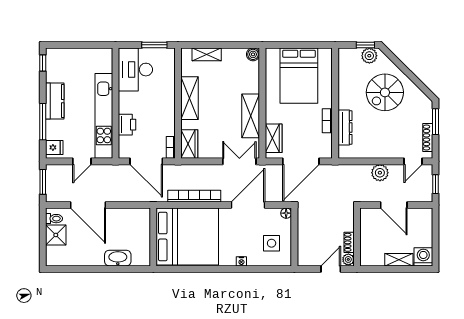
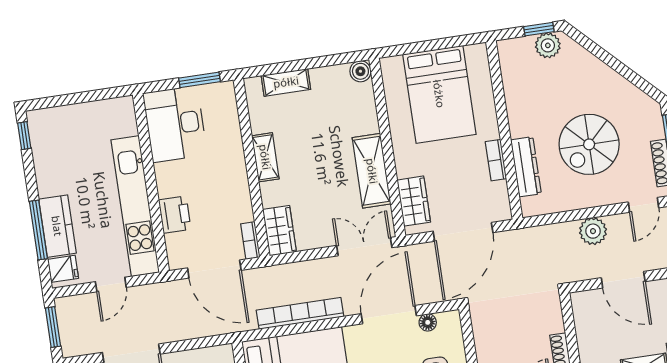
spiral stairs: (385, 92) -> (589, 144), moved
shelving: (190, 98) -> (265, 157), width x0.67, depth x0.75
kitchen counter: (55, 101) -> (57, 226), moved
floor lamp: (286, 213) -> (428, 322), moved

